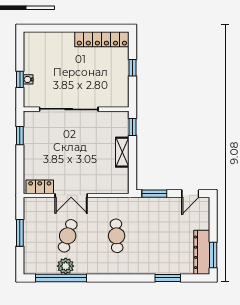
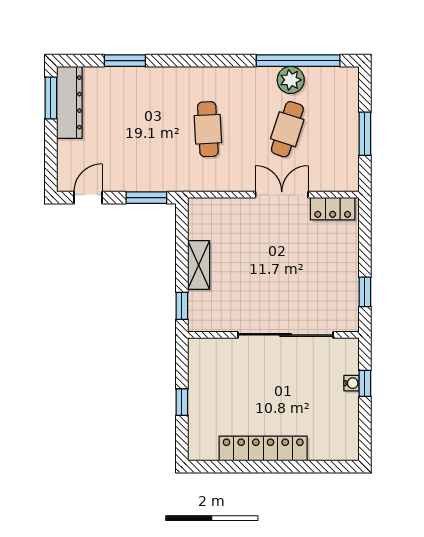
locker: (102, 39) -> (263, 448), moved

